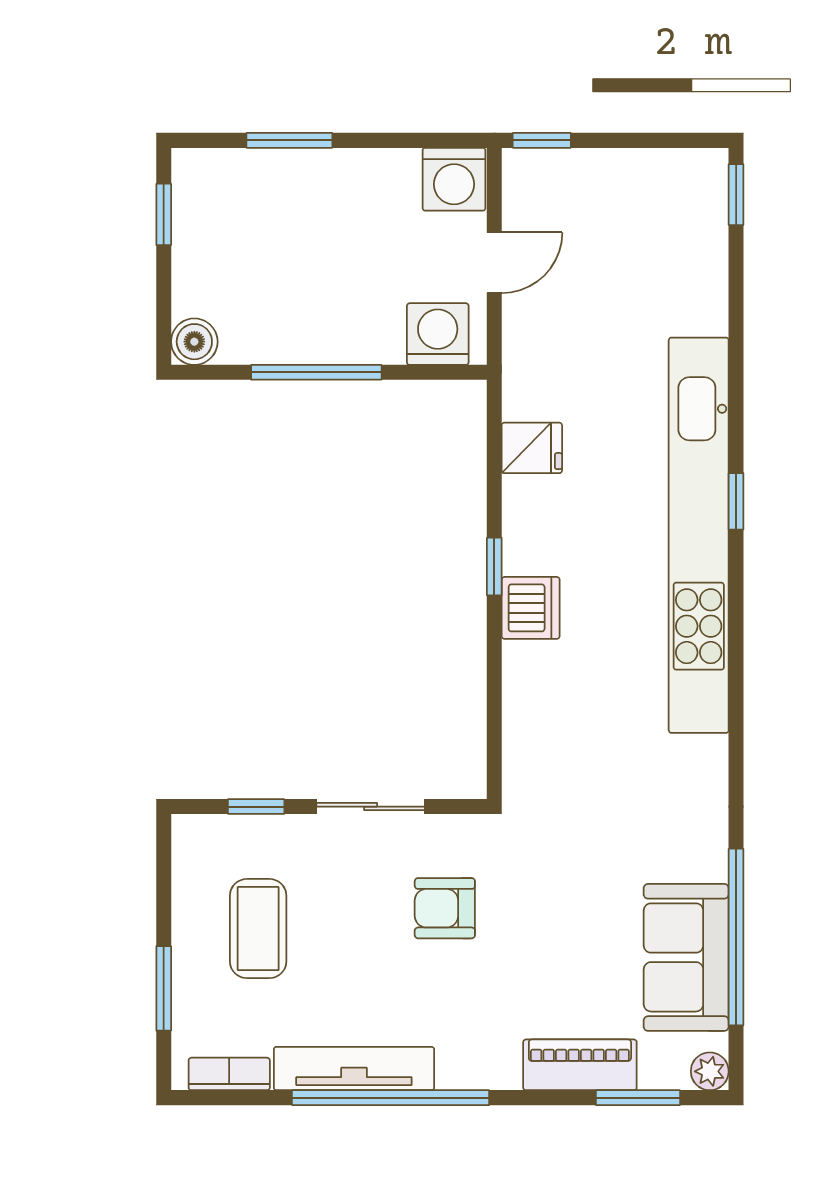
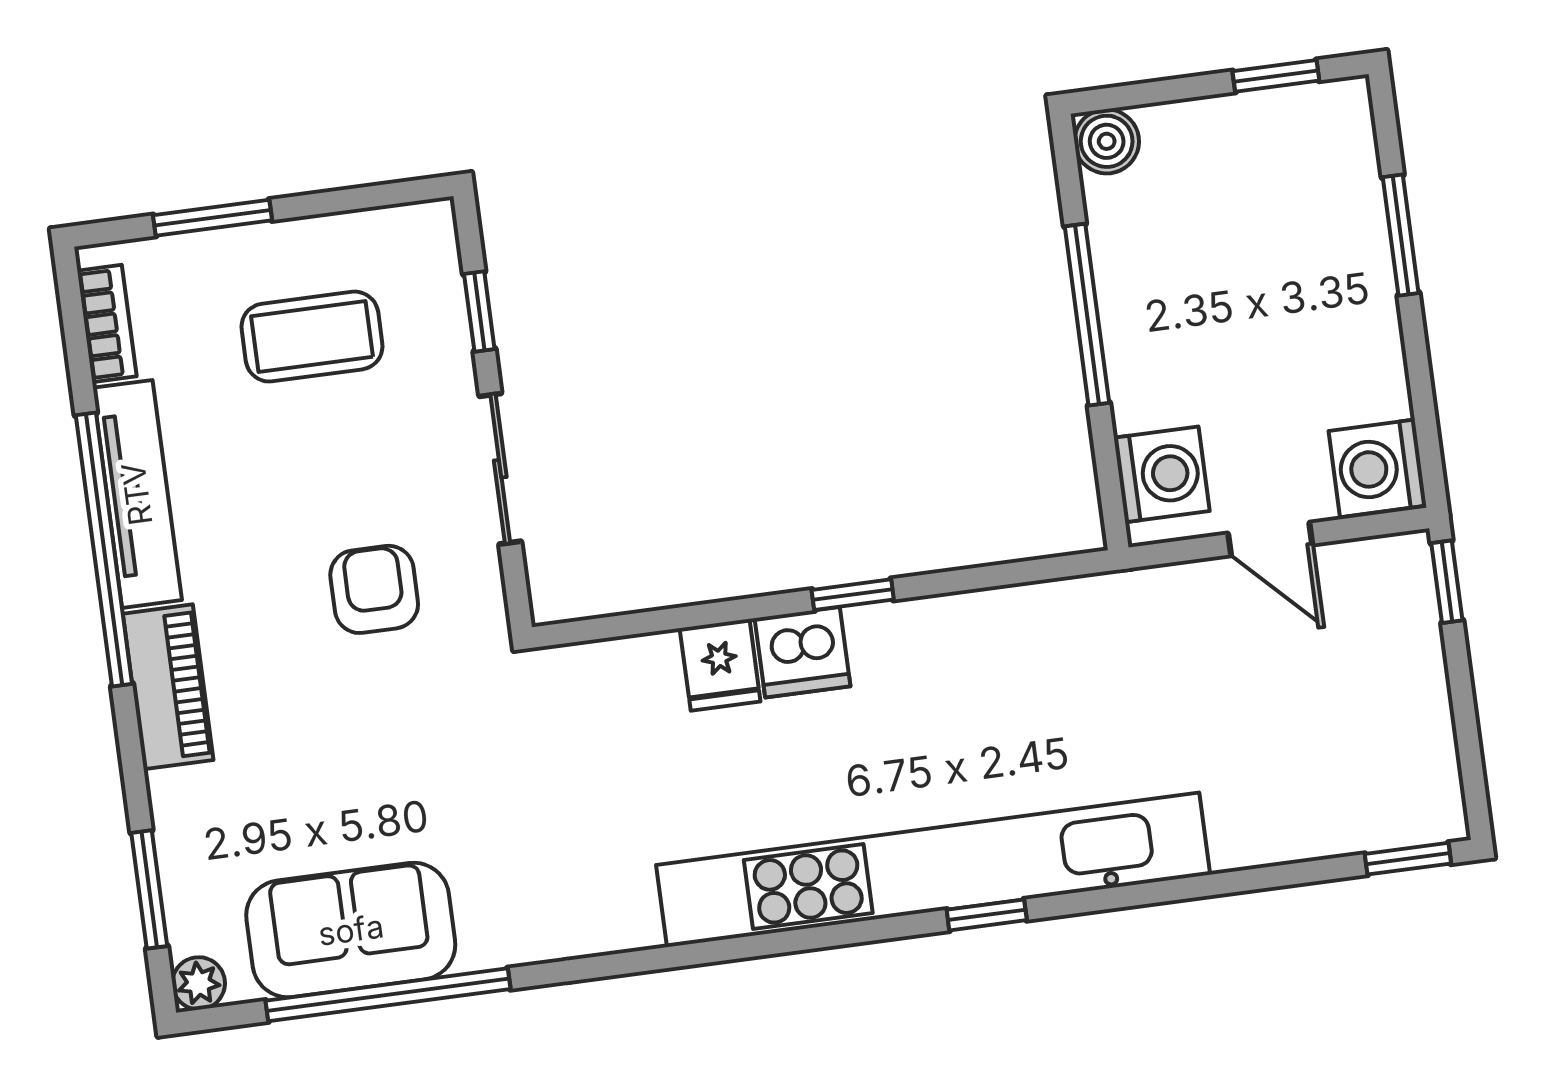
fridge: (532, 448) -> (720, 665), moved
piano: (580, 1065) -> (168, 687), moved

